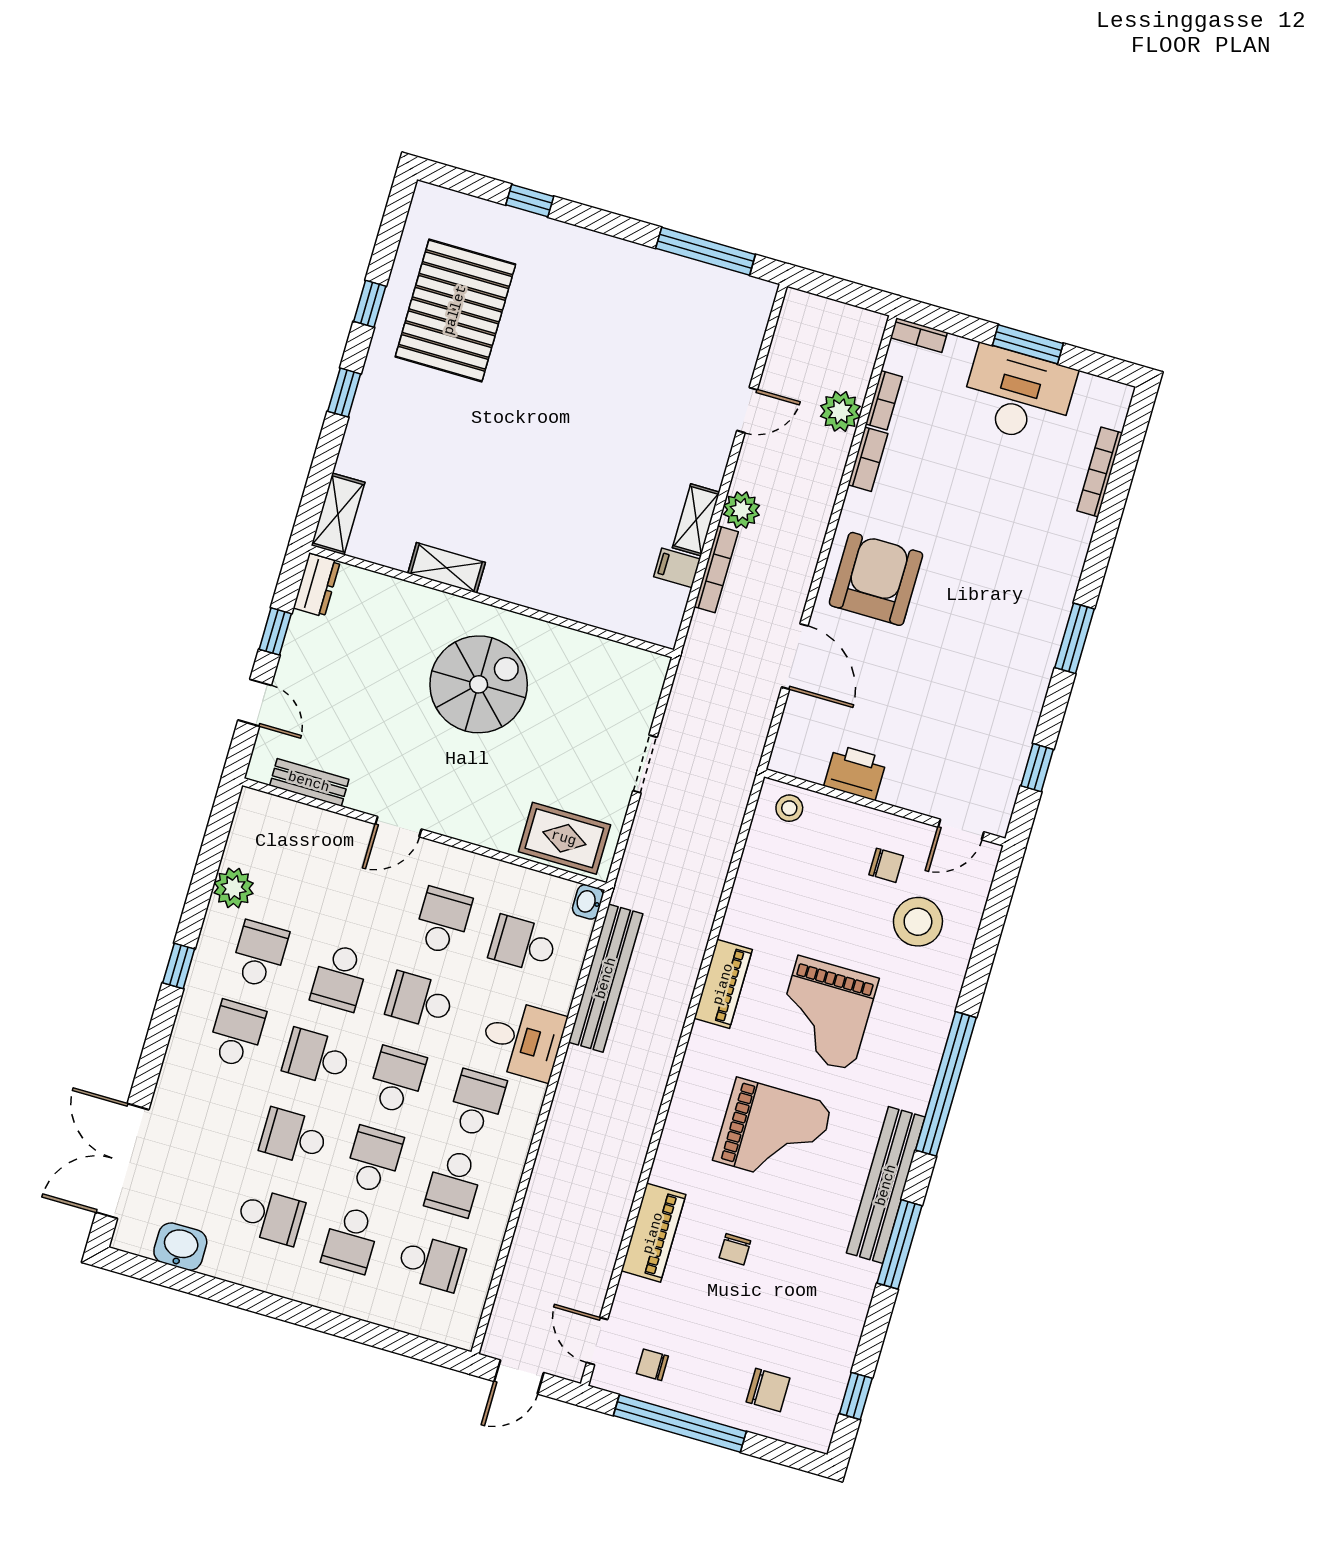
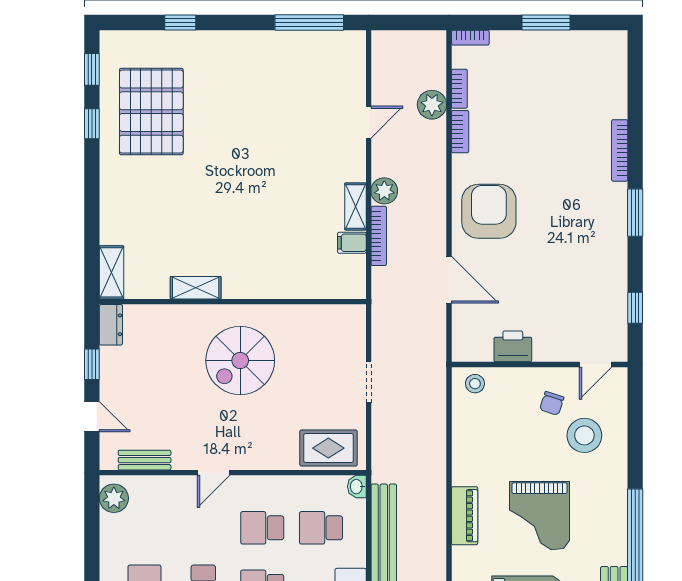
window: (344, 393) -> (92, 69), moved
desk: (1018, 395) -> (549, 59), removed
bookcase: (1100, 472) -> (620, 150), moved
spiral stairs: (479, 684) -> (240, 360), turned 180
chair: (886, 865) -> (552, 403), turned 108
plant: (234, 888) -> (114, 498), moved
school desk: (443, 921) -> (262, 528), turned -90

